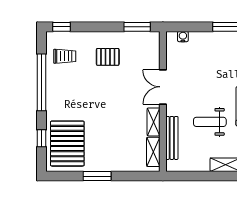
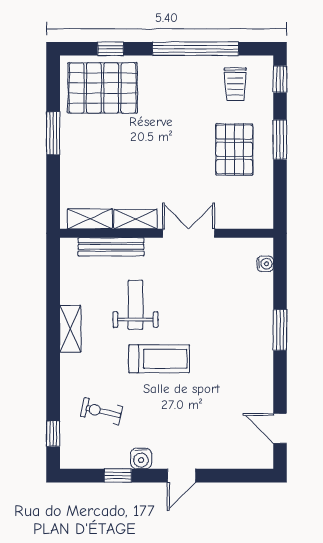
window: (137, 27) -> (280, 140), moved
pallet: (108, 57) -> (234, 149), width x1.50, depth x1.42

